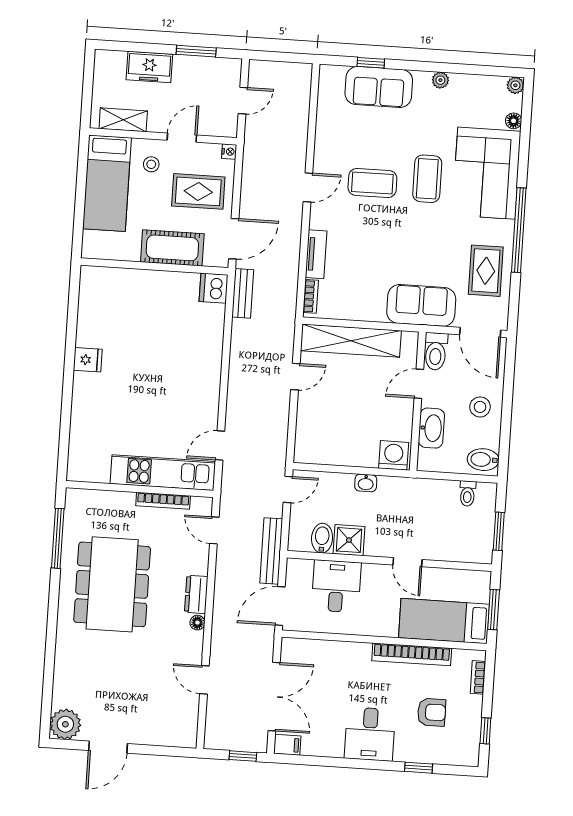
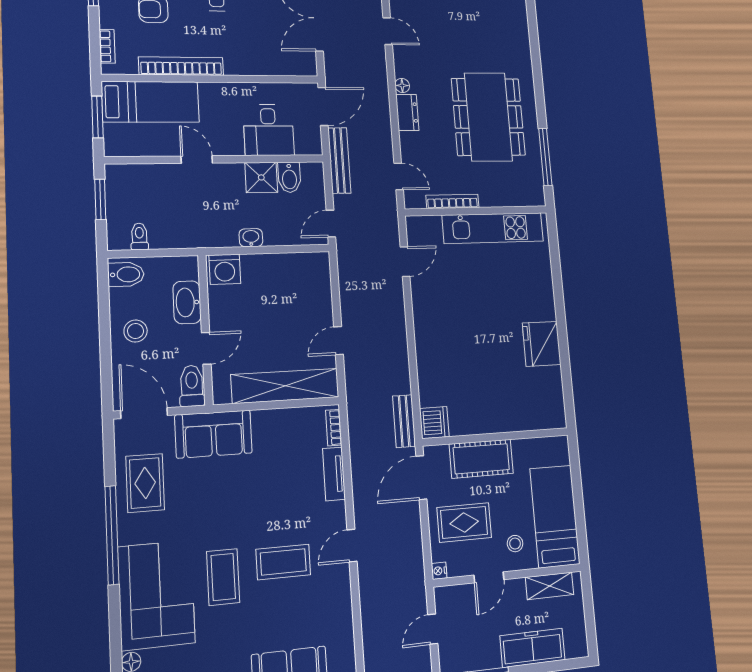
freezer: (149, 67) -> (532, 648), width x1.40
fridge: (88, 360) -> (542, 344), width x1.88, depth x1.34
kitchen unit: (163, 473) -> (493, 228), moved

